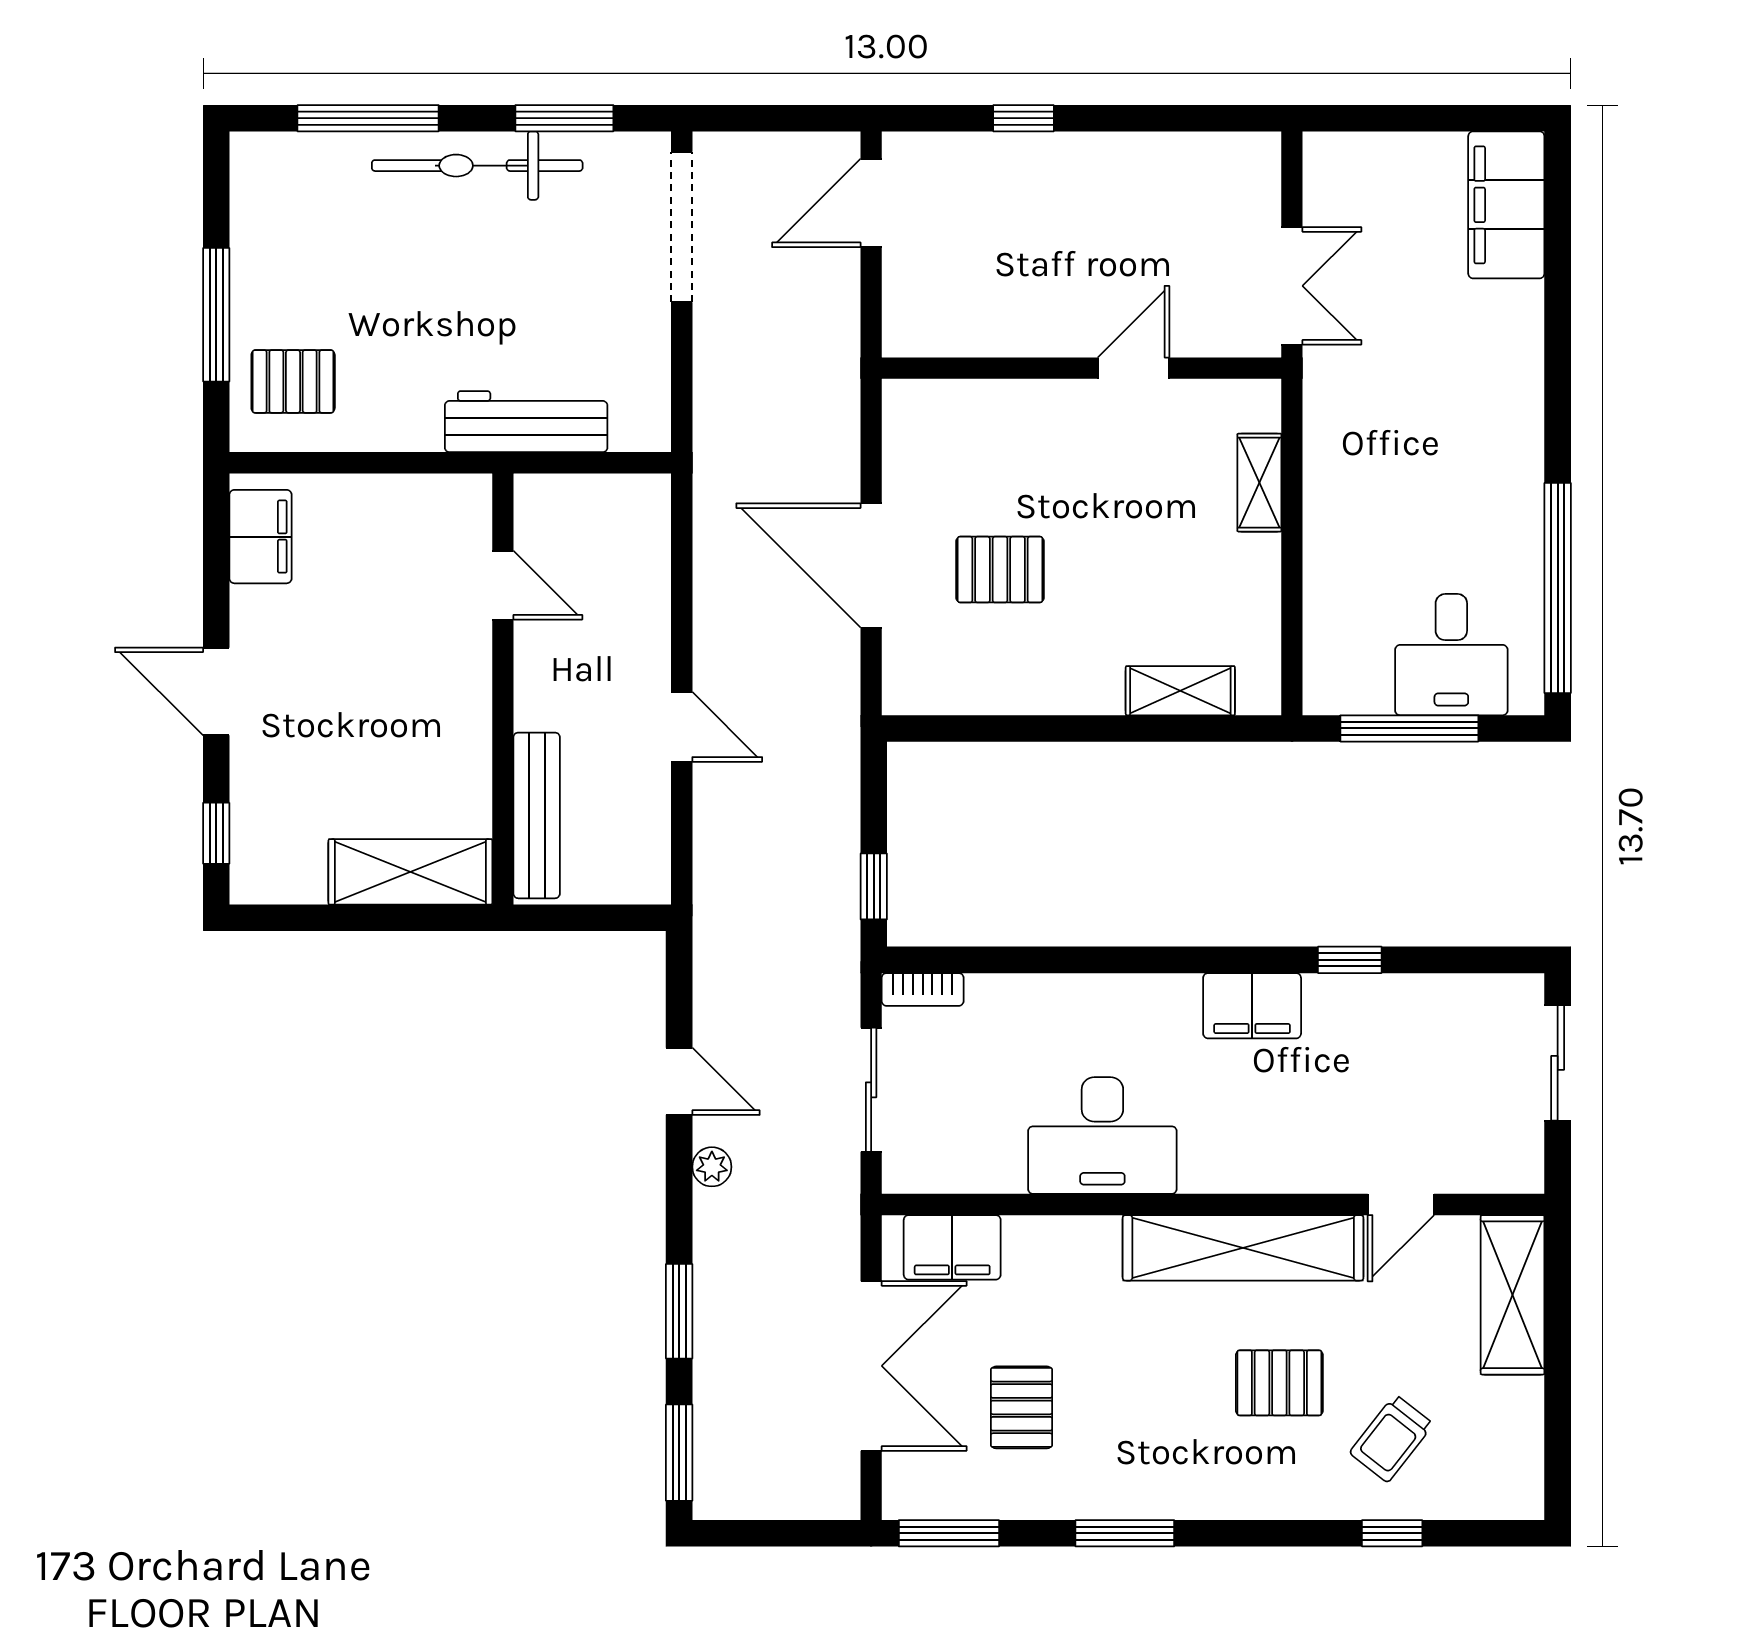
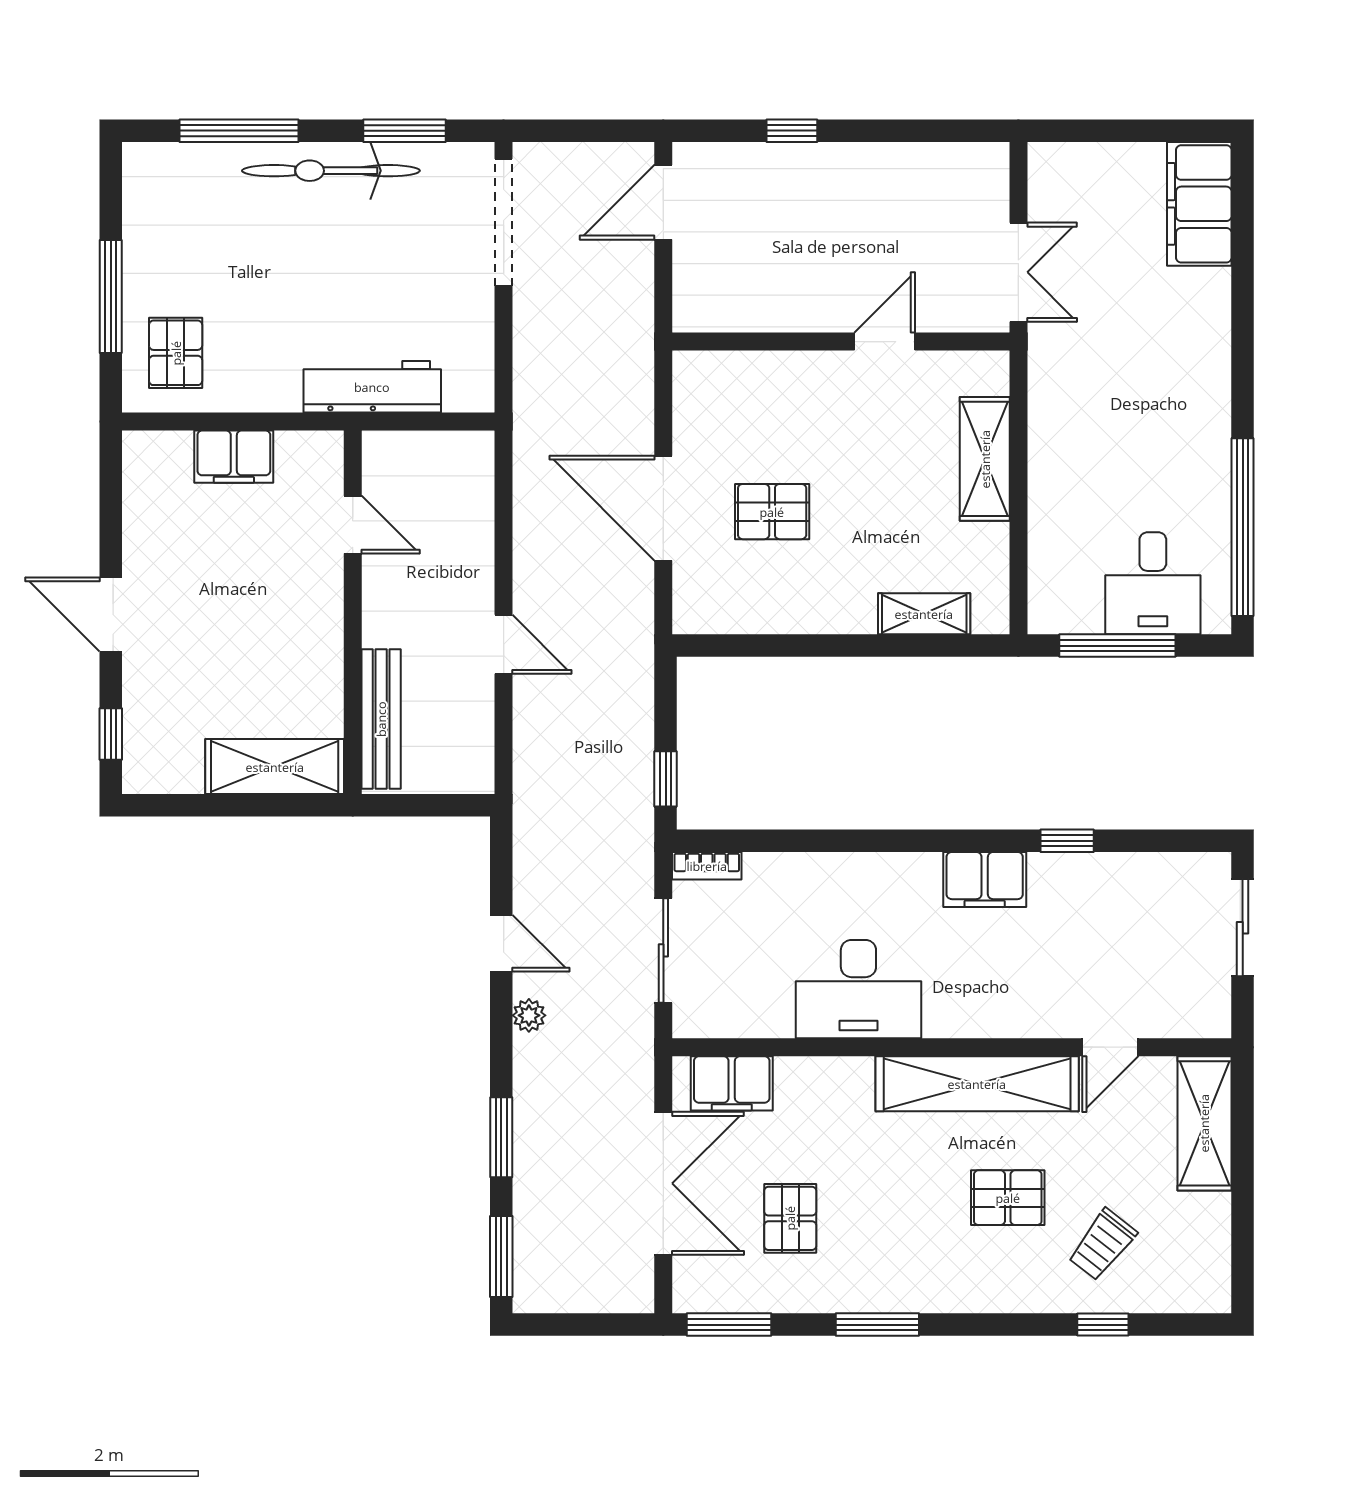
pallet: (293, 381) -> (176, 353), turned 90
shelving: (1259, 483) -> (985, 459), width x1.50, depth x1.33
filing cabinet: (260, 537) -> (234, 457), moved, turned 90

